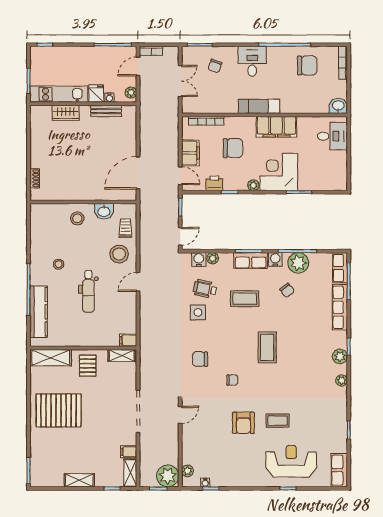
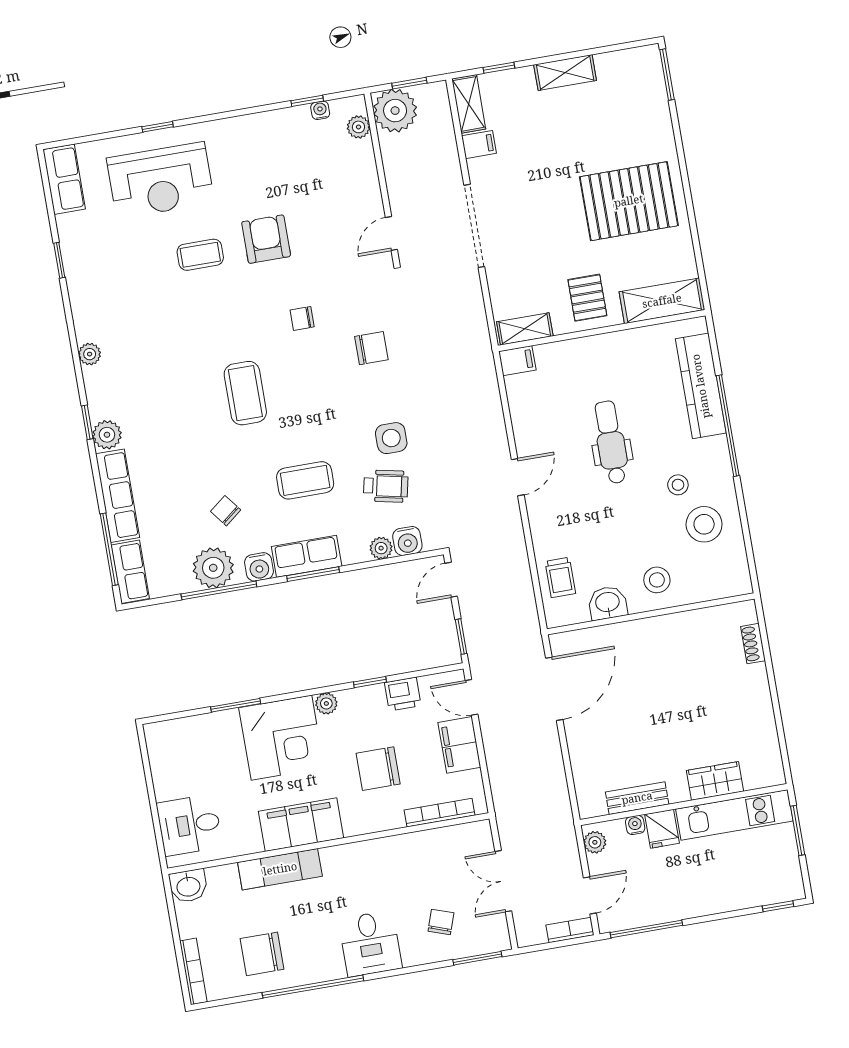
exam couch: (259, 106) -> (280, 869), moved
stool: (119, 254) -> (704, 524), moved
plant: (340, 356) -> (107, 435), moved

